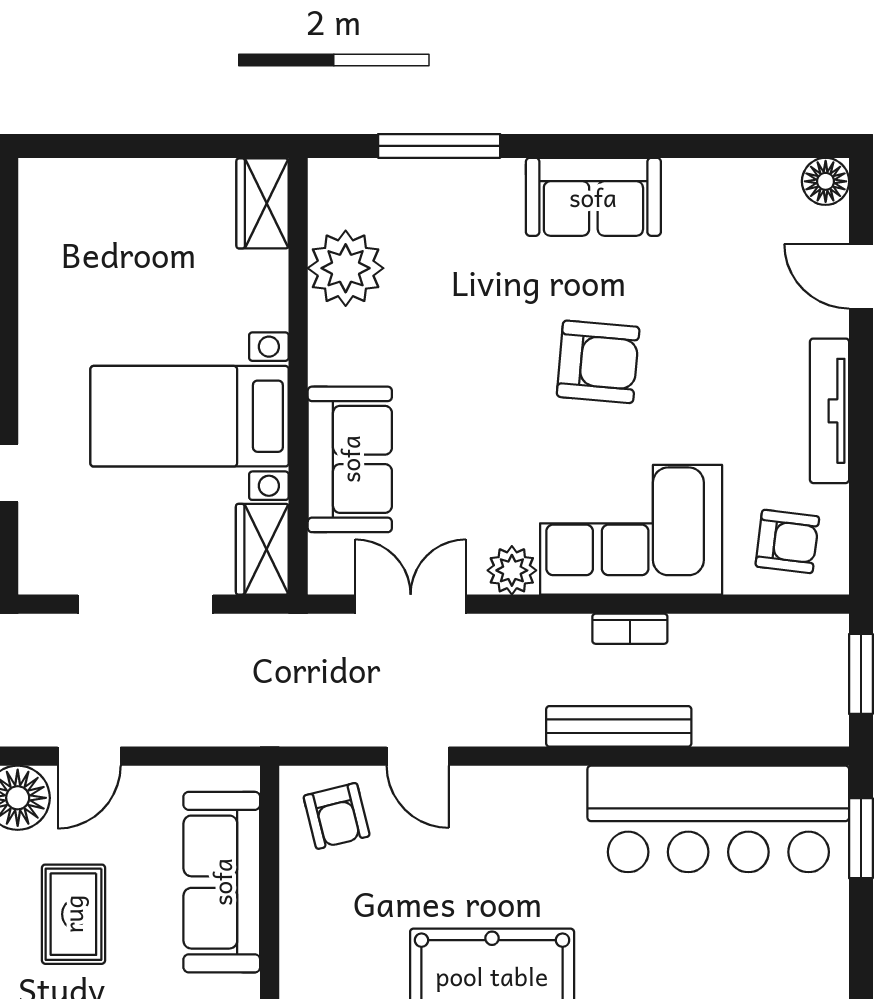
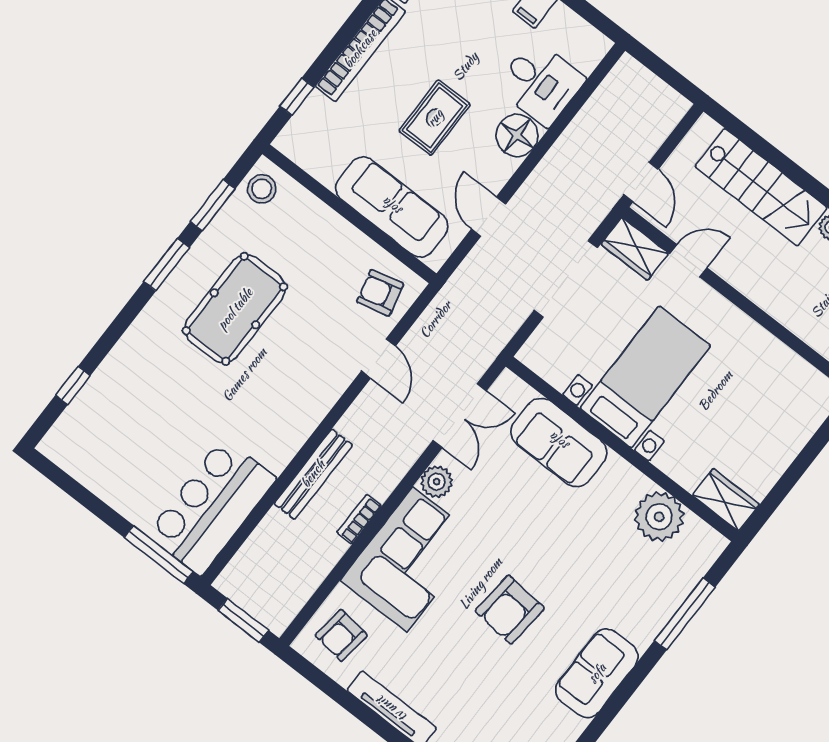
wardrobe: (262, 549) -> (635, 249), moved, turned 180
door: (89, 756) -> (489, 217), moved
door: (418, 756) -> (378, 359), swing flipped
bar counter: (718, 819) -> (212, 507), width x0.73
window: (861, 838) -> (159, 555), width x1.44
rug: (73, 914) -> (435, 118), turned 90

